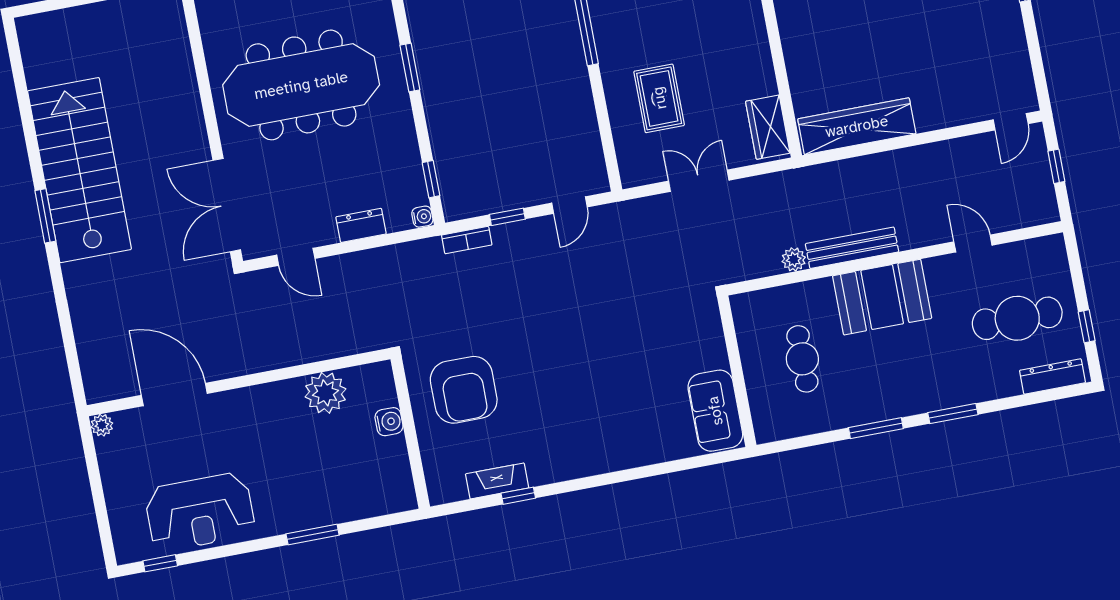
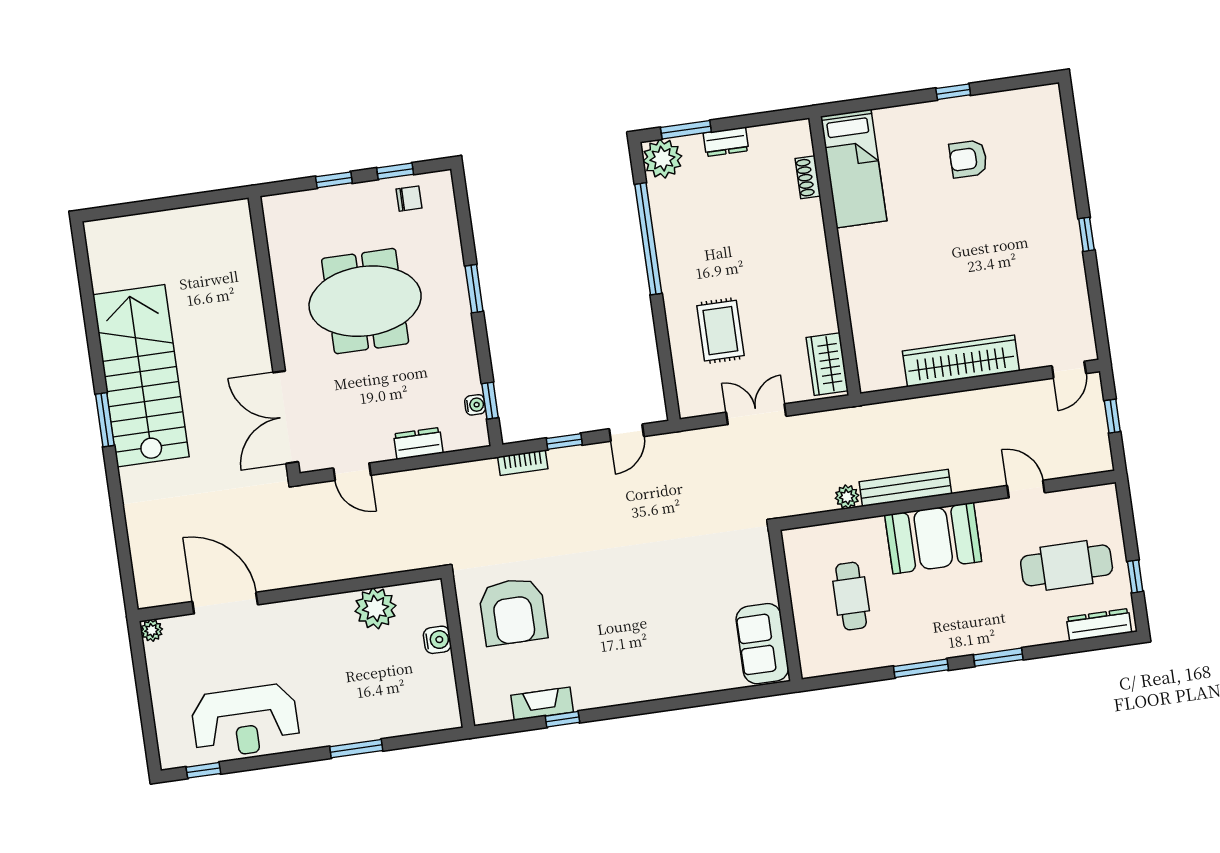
meeting table: (301, 85) -> (365, 301), width x0.73
wardrobe: (857, 126) -> (961, 361), moved
water cooler: (422, 217) -> (475, 405), moved

